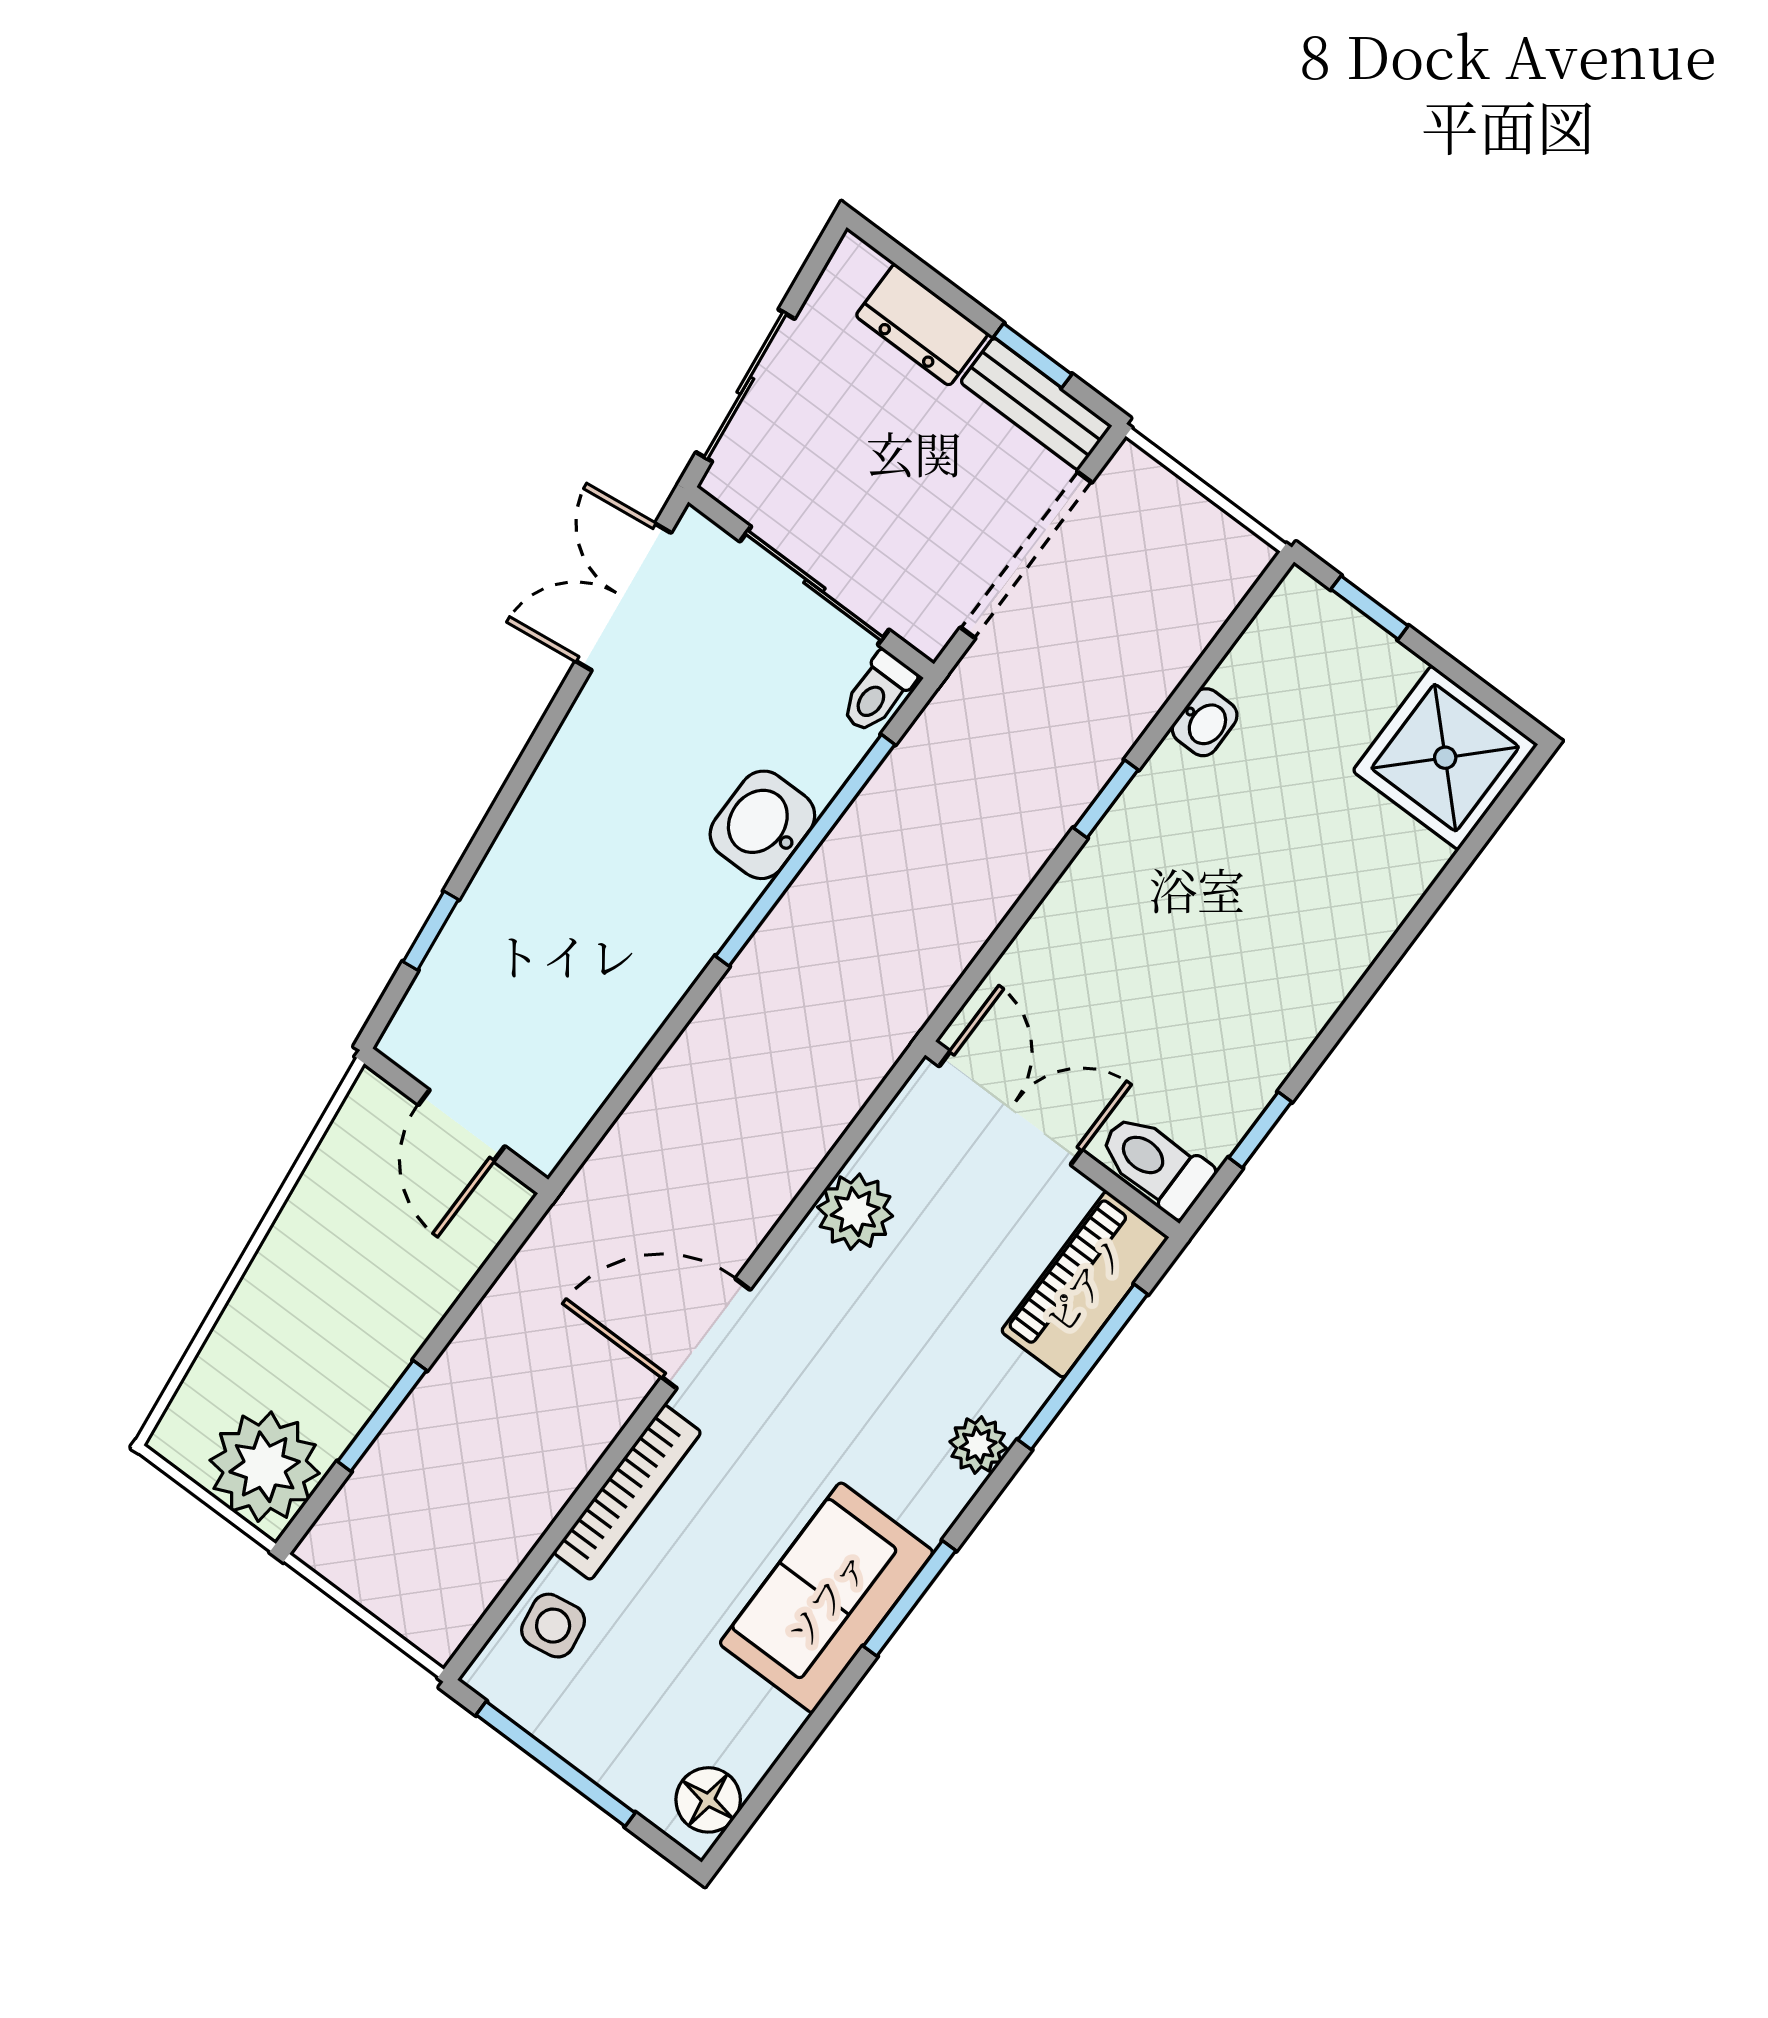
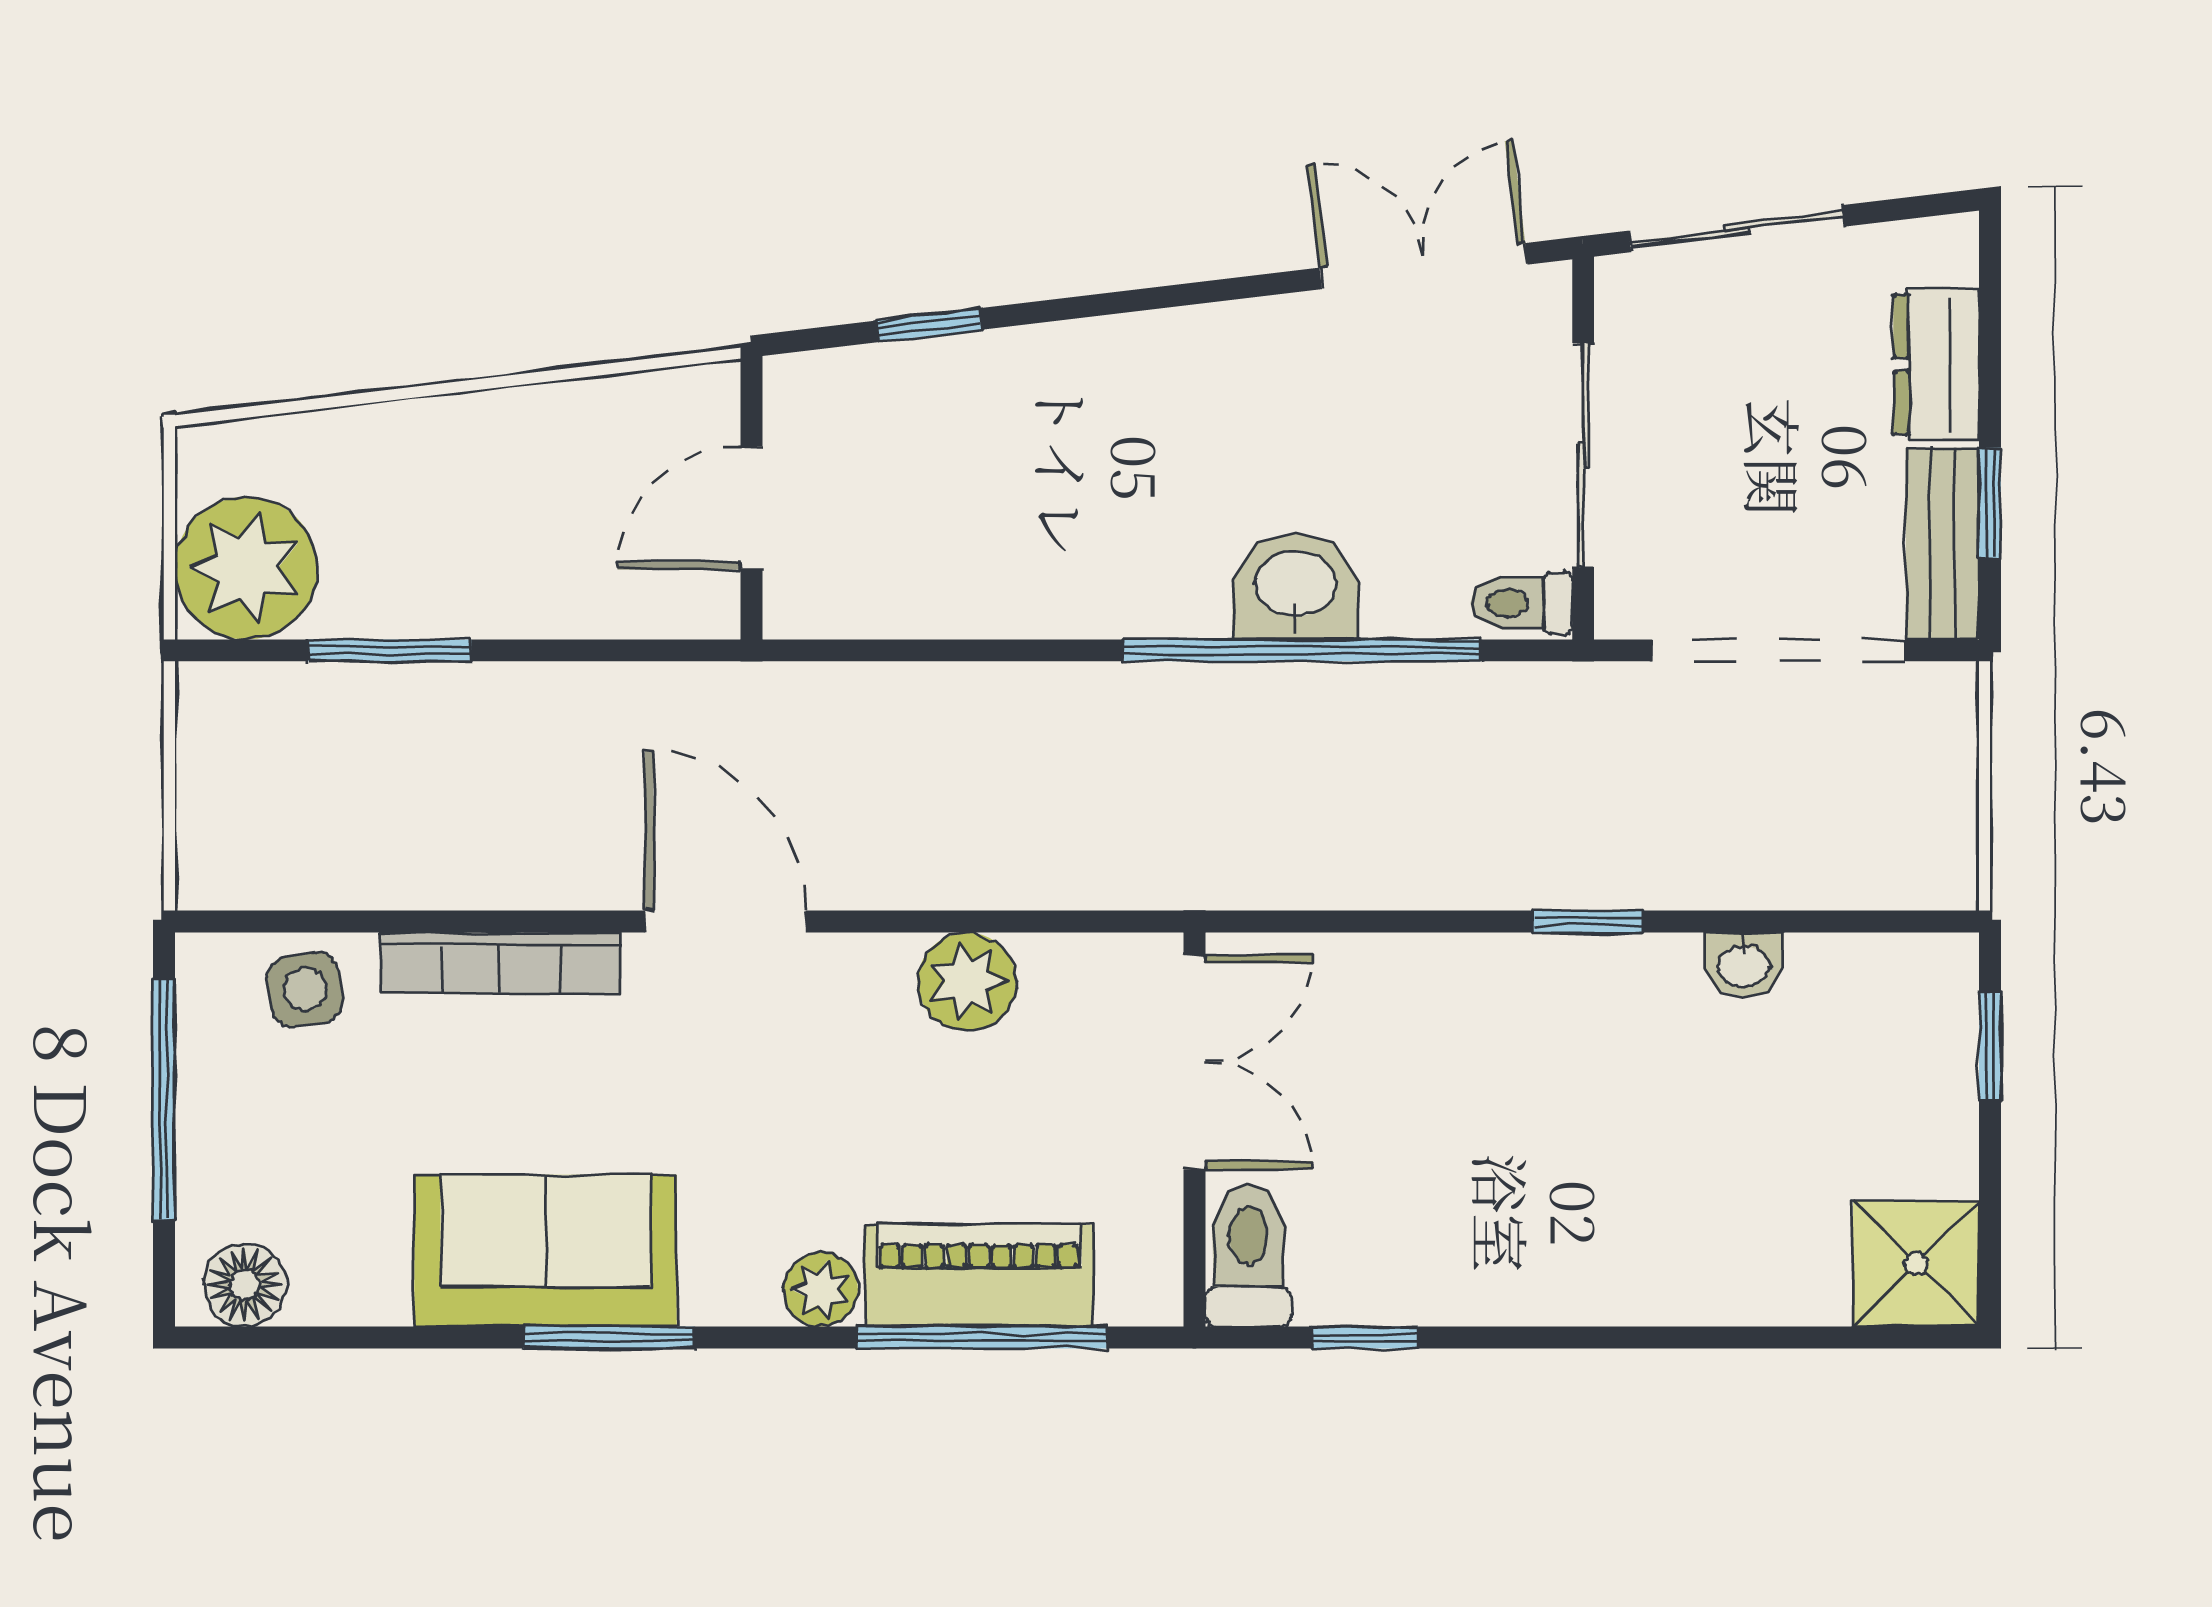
shower: (1445, 758) -> (1916, 1264), width x0.73, depth x0.73
piano: (1085, 1284) -> (979, 1276), moved

